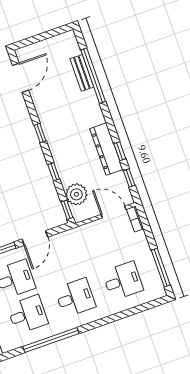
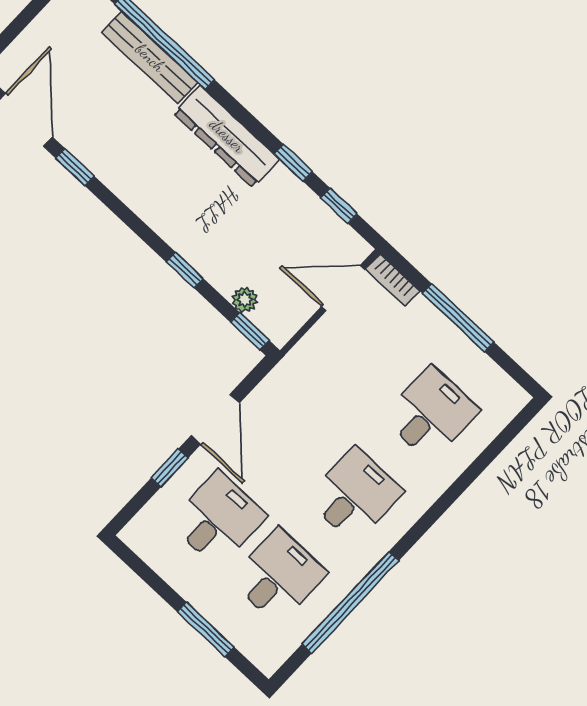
bench: (82, 73) -> (150, 58), width x1.36
window: (40, 133) -> (75, 167), moved
dresser: (106, 149) -> (227, 136), moved
plant: (76, 194) -> (245, 300), width x0.53, depth x0.53
window: (161, 268) -> (458, 318), moved

